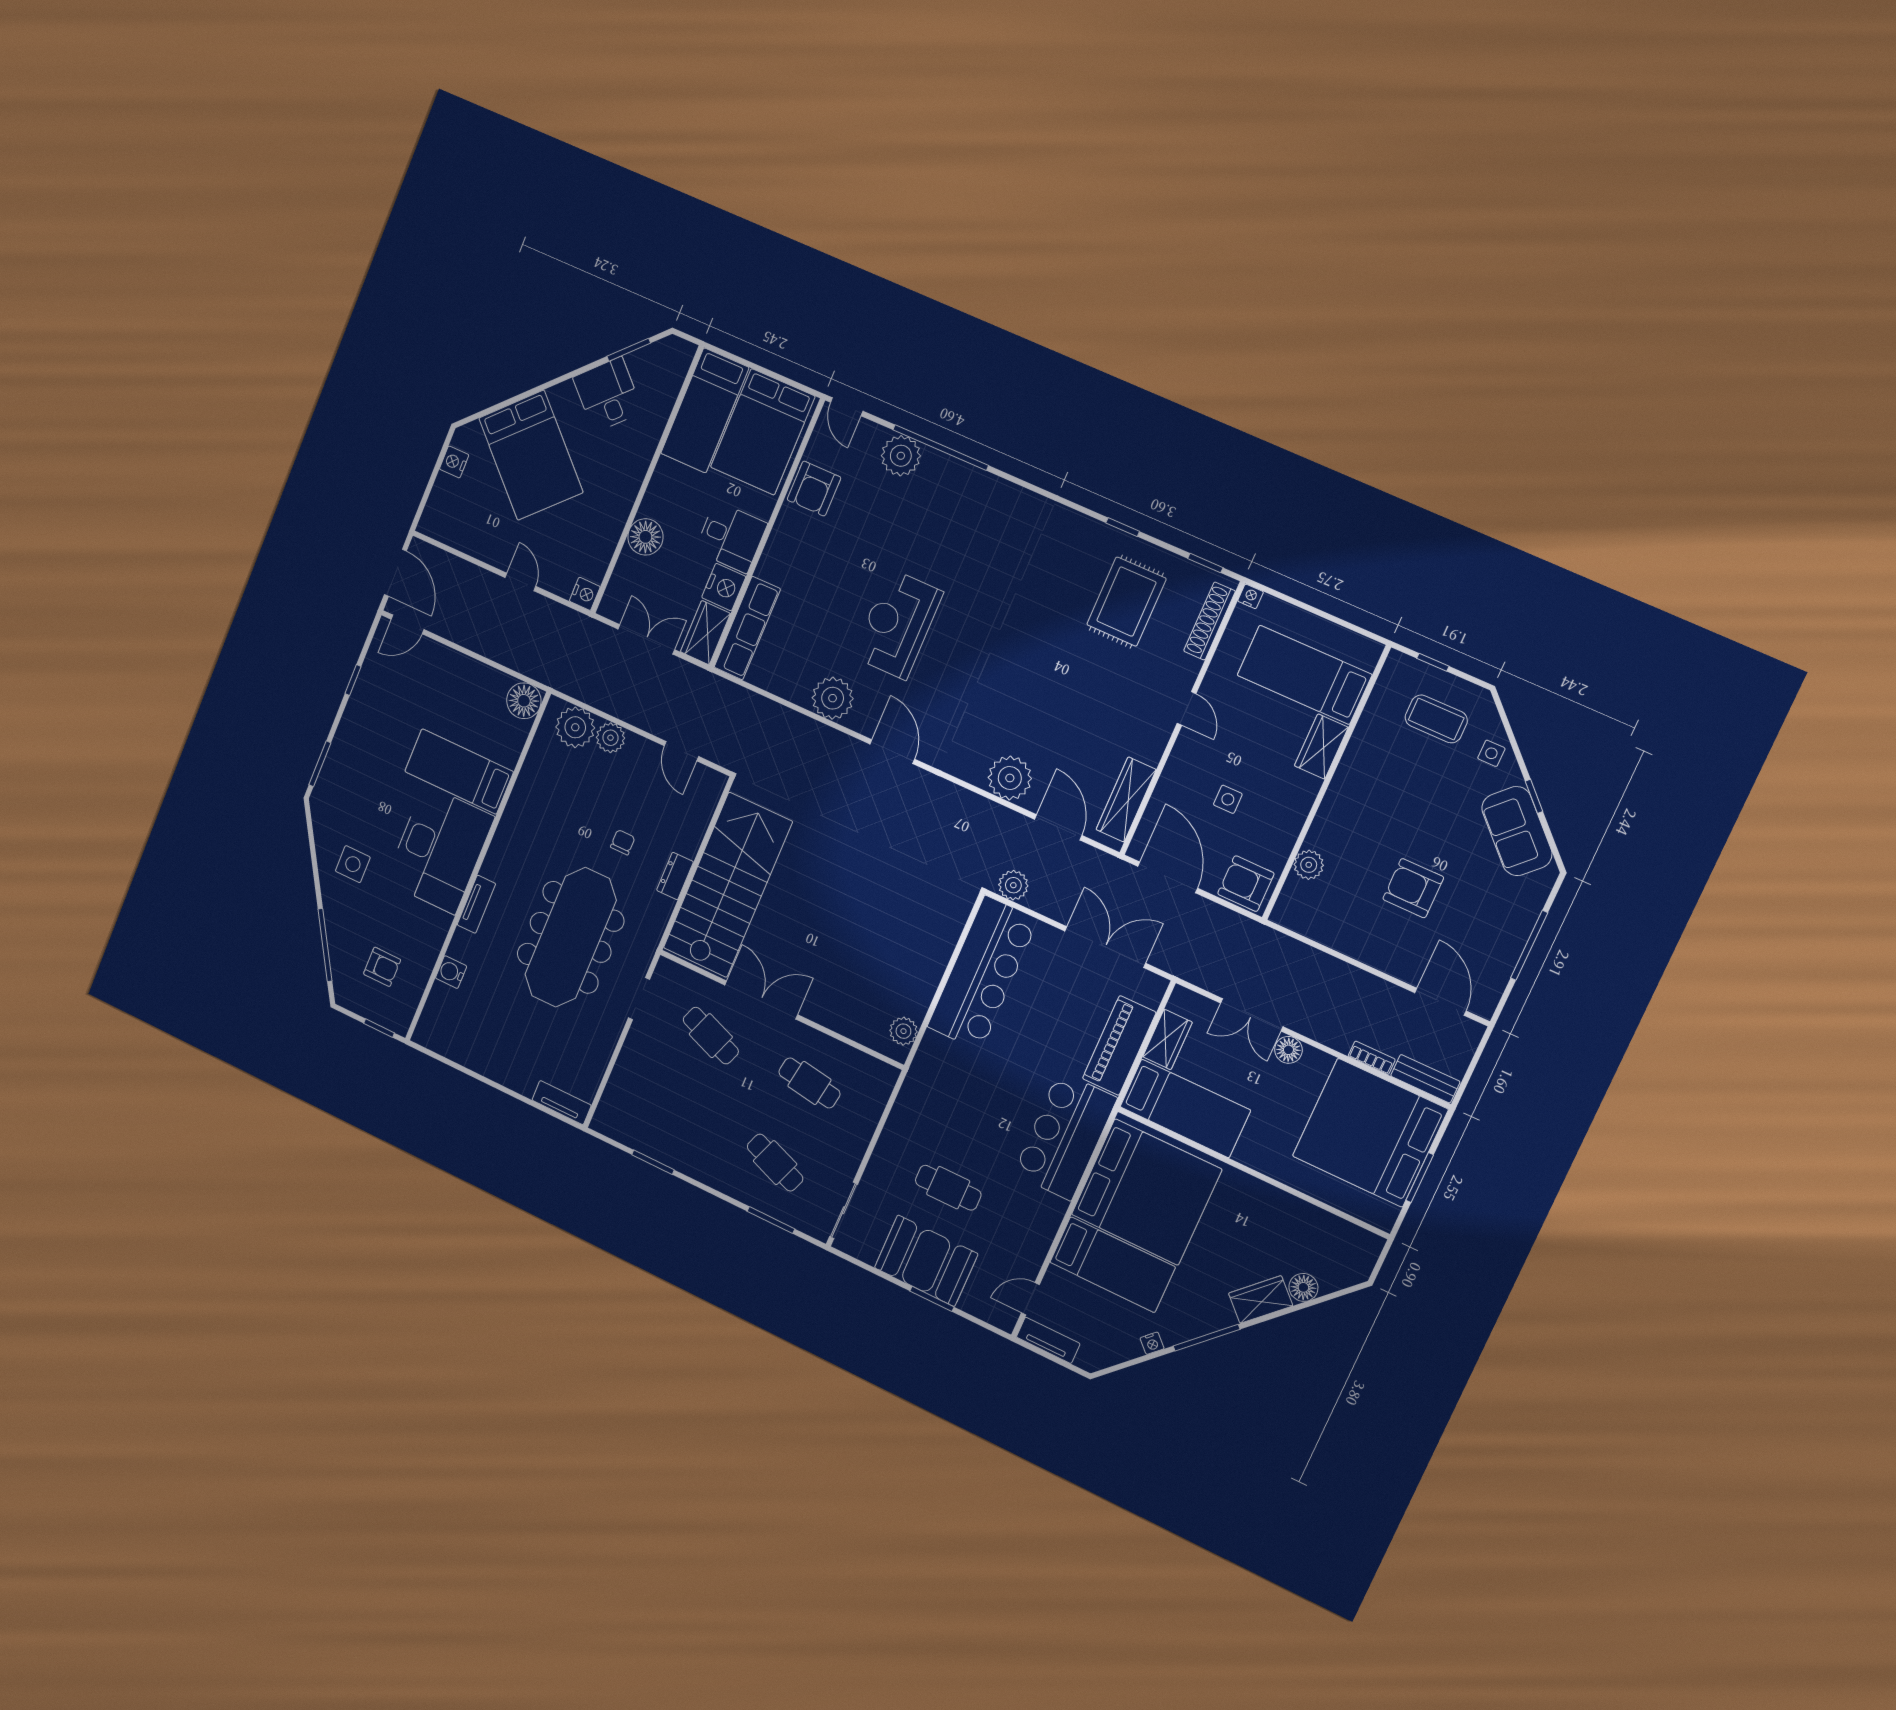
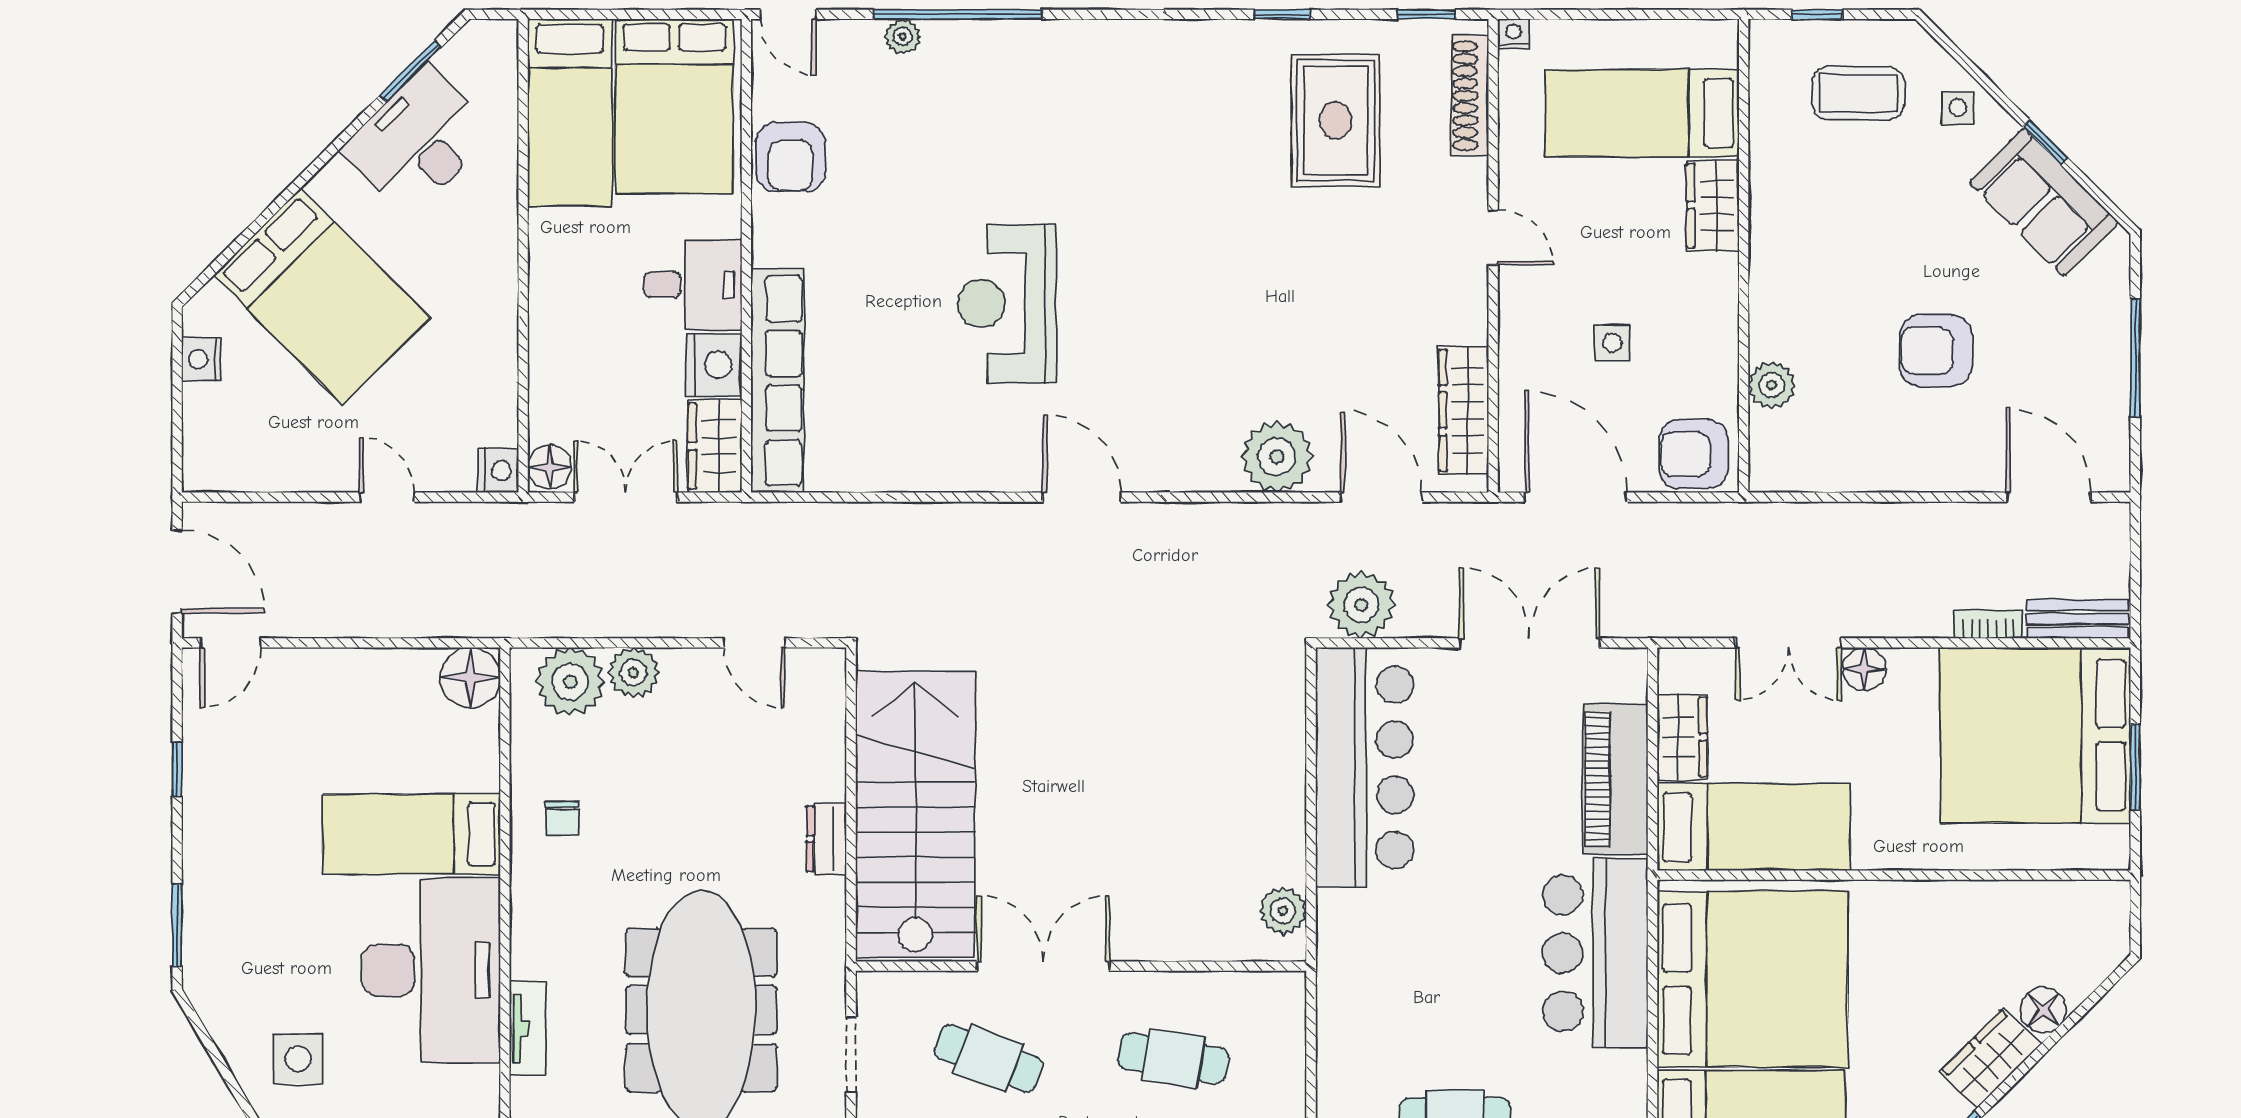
desk: (608, 395) -> (418, 141), width x1.37
plant: (901, 456) -> (903, 36), width x0.53, depth x0.53
floor lamp: (645, 537) -> (550, 467), moved, width x0.73, depth x0.73
row of seats: (747, 628) -> (777, 381), width x1.36
plant: (833, 698) -> (955, 458), removed
chair: (623, 842) -> (563, 818), moved, turned 180
plant: (1013, 885) -> (1361, 605), width x1.36, depth x1.36

